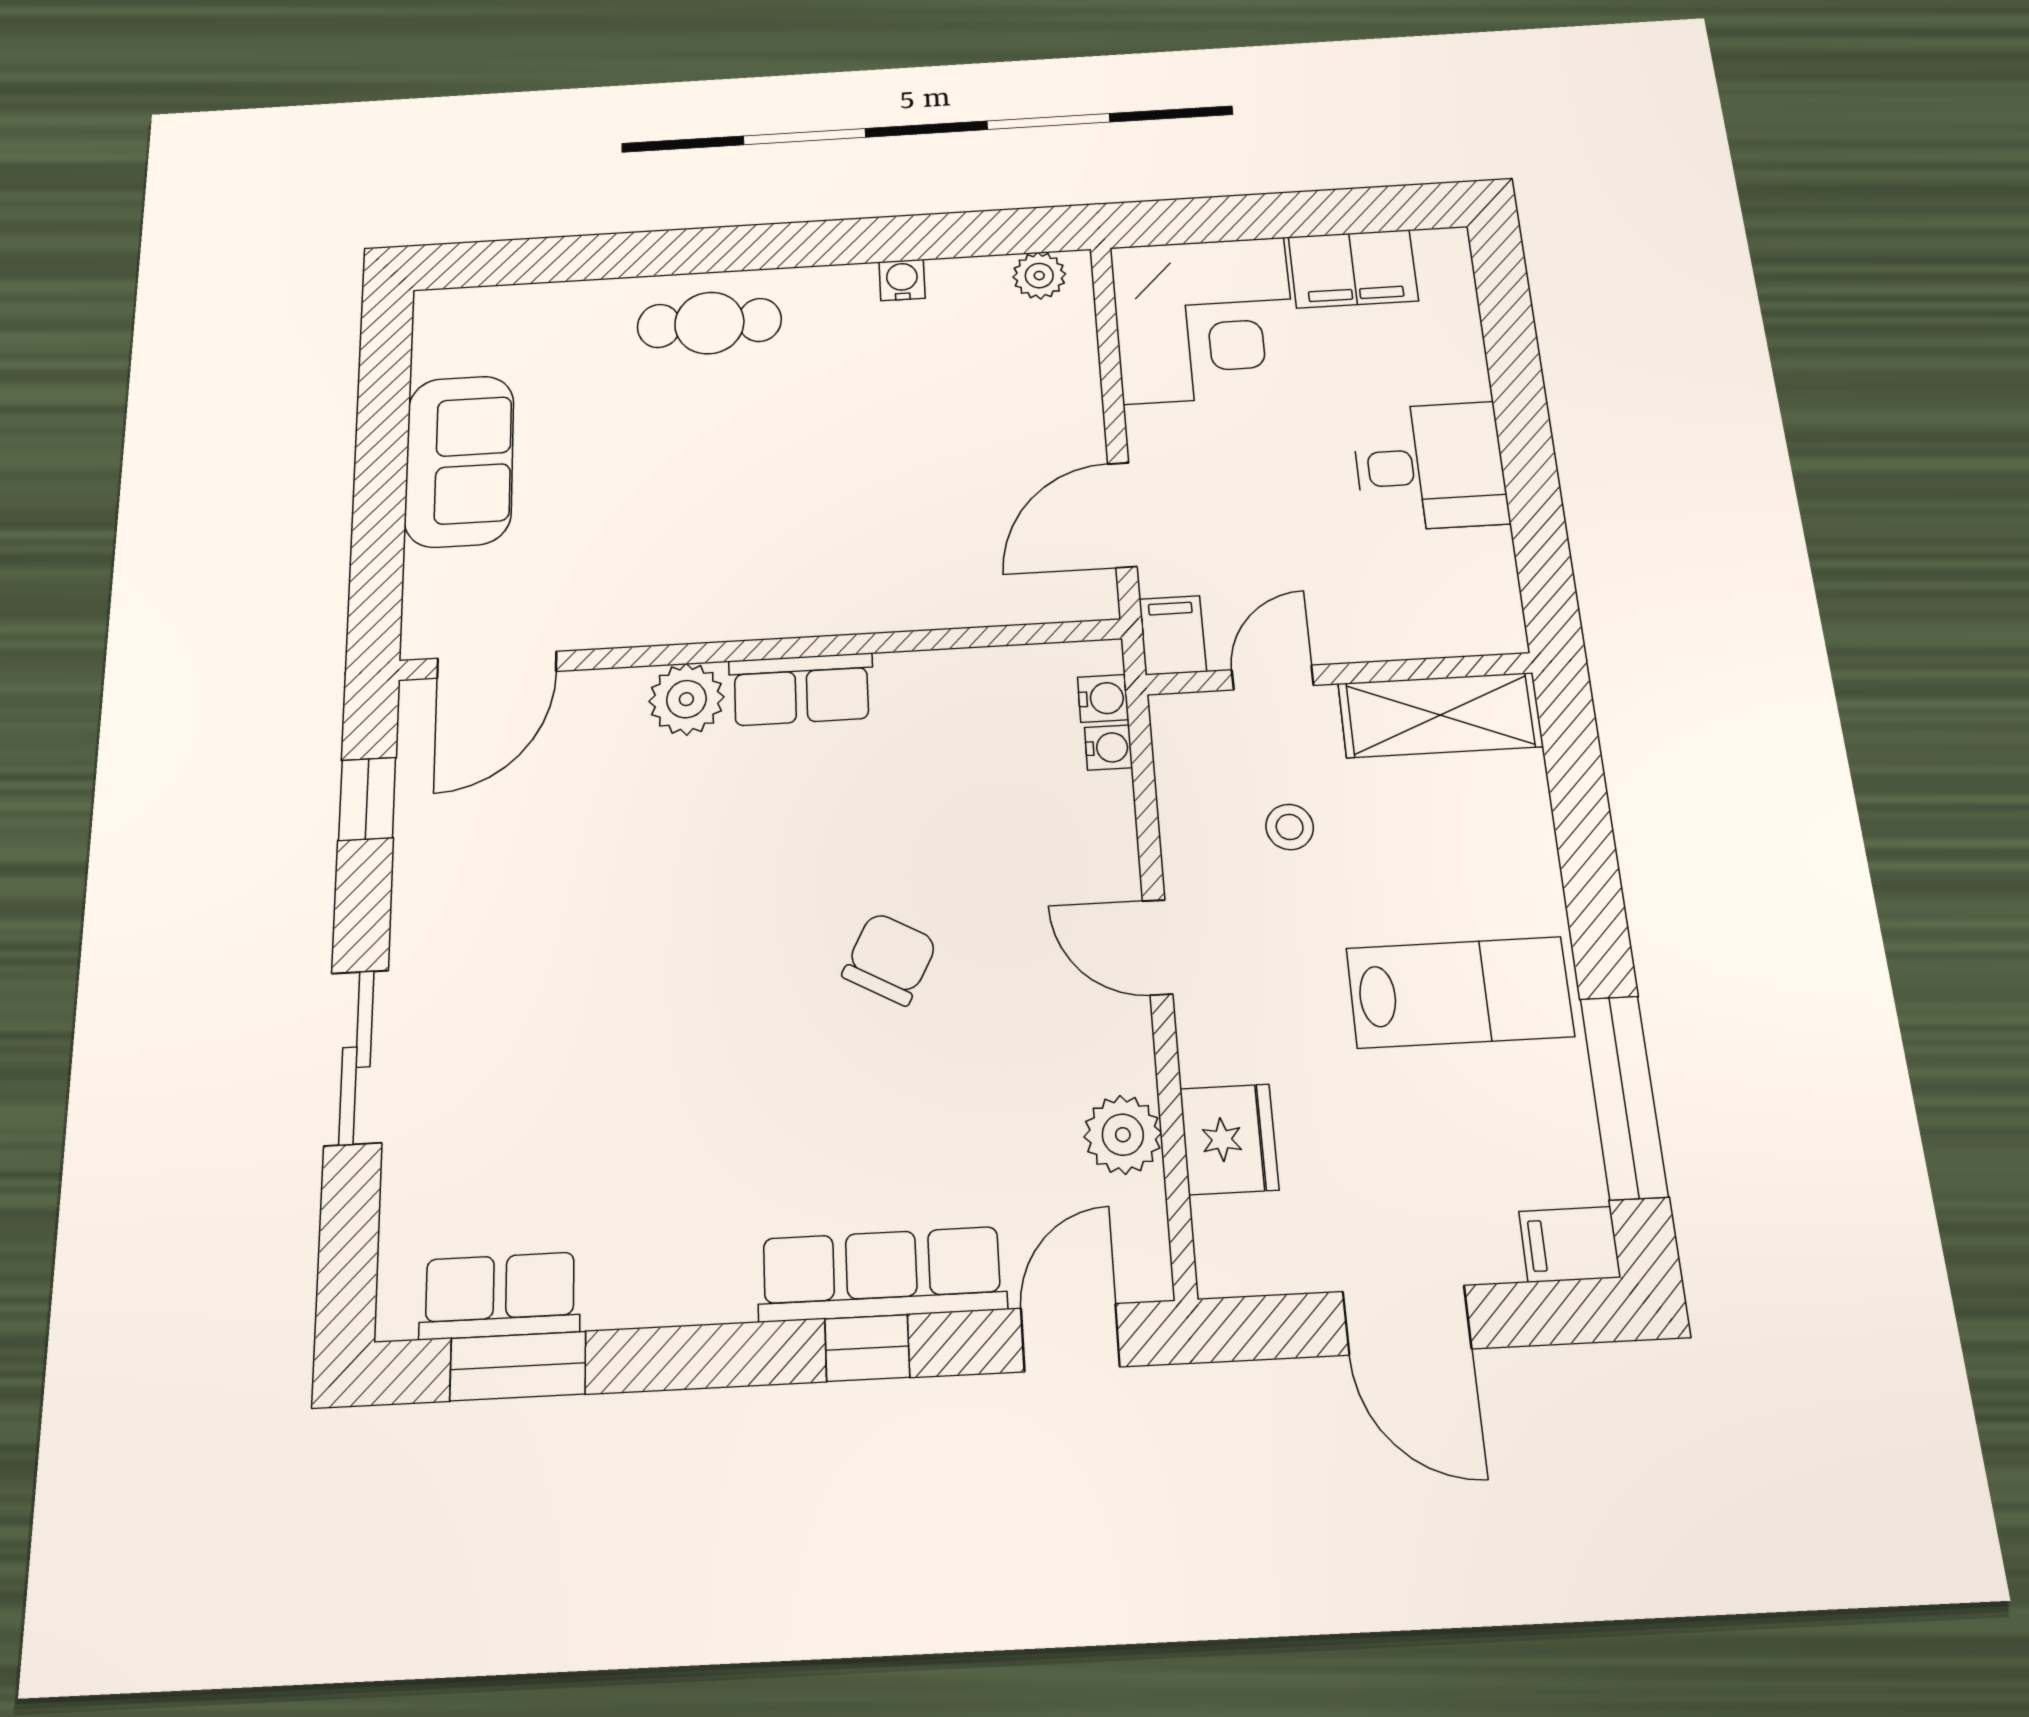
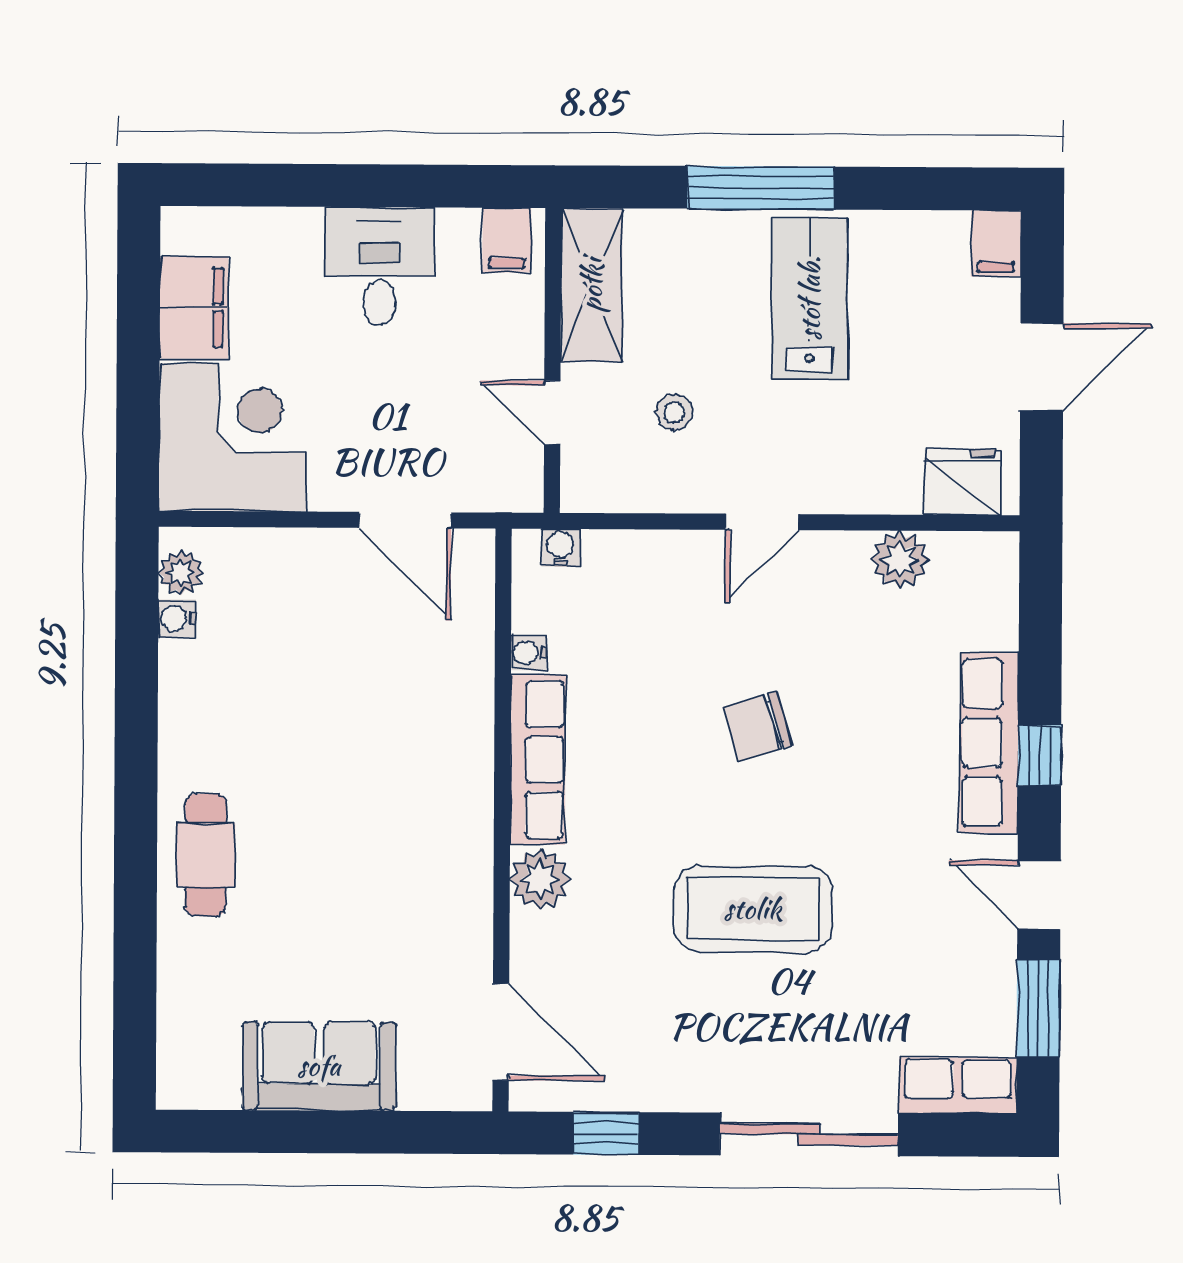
water cooler: (902, 280) -> (177, 618), moved
filing cabinet: (1173, 635) -> (507, 240), moved, turned -90
row of seats: (801, 689) -> (538, 760), width x1.48
water cooler: (1109, 748) -> (528, 653), moved, turned -90
chair: (890, 959) -> (758, 726), turned -45
coffee table: (652, 967) -> (753, 909), added
sliding door: (356, 1057) -> (809, 1134), width x1.37
window: (1624, 1097) -> (761, 188), moved
fridge: (1229, 1139) -> (963, 482), moved
row of seats: (500, 1296) -> (958, 1086), moved, turned 90
door: (1070, 1338) -> (1039, 895), moved

